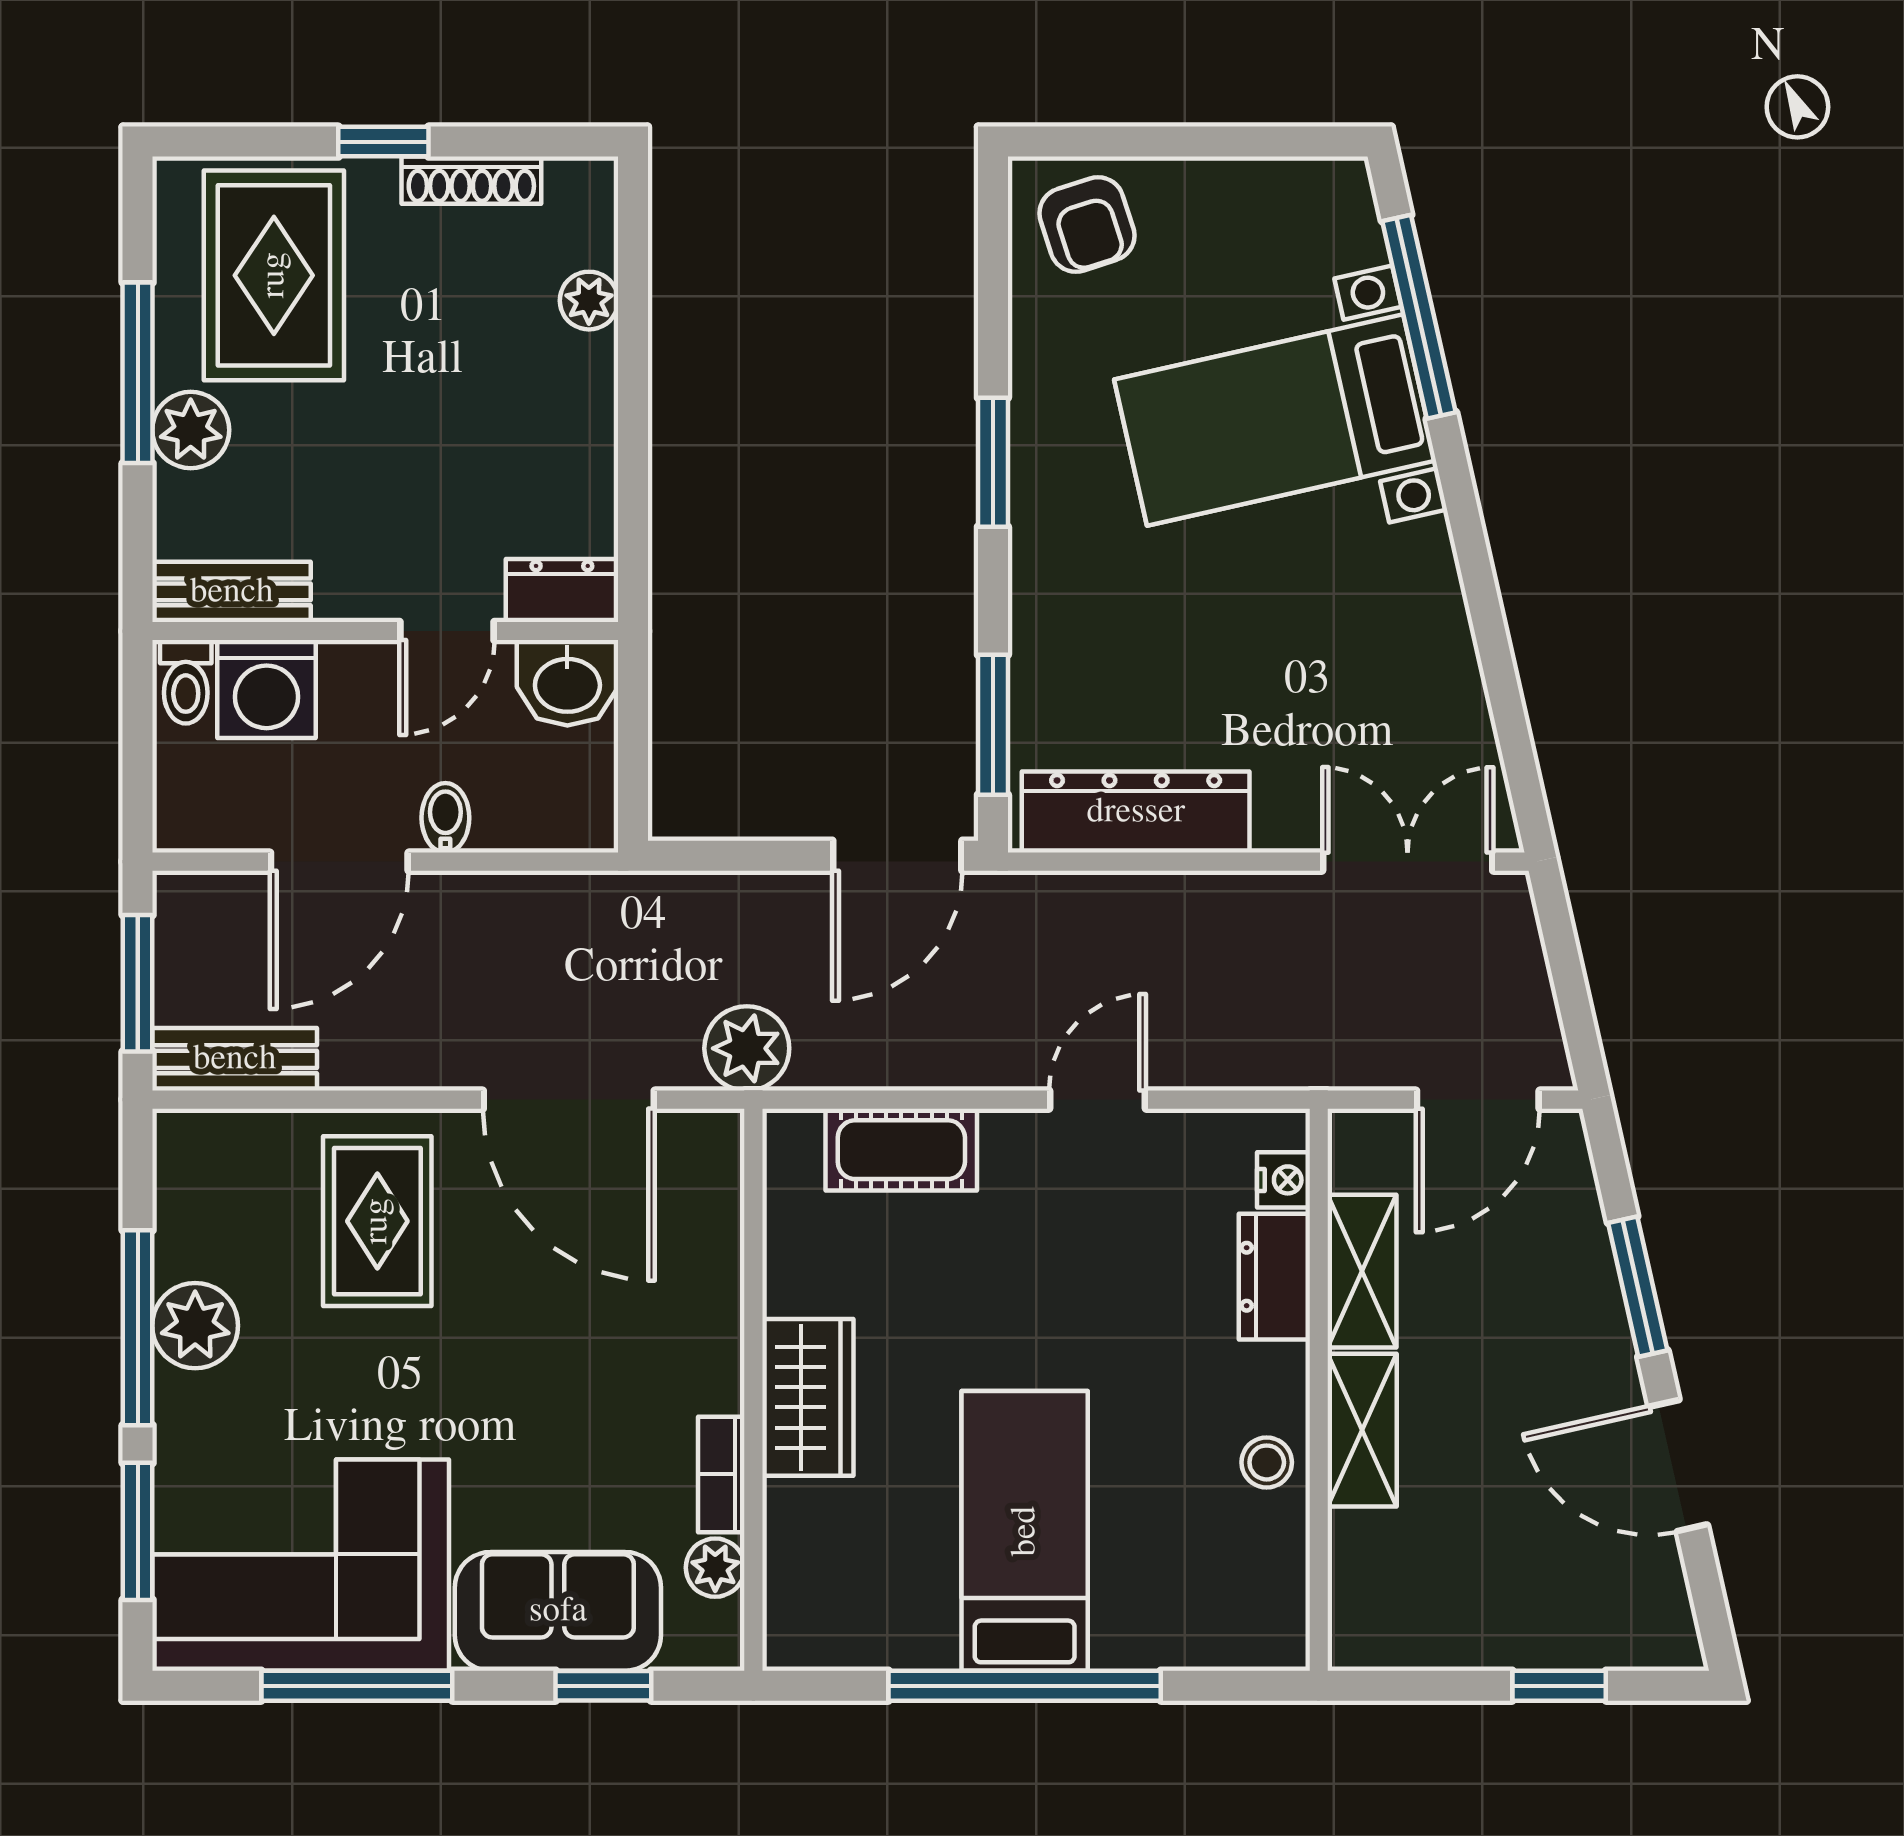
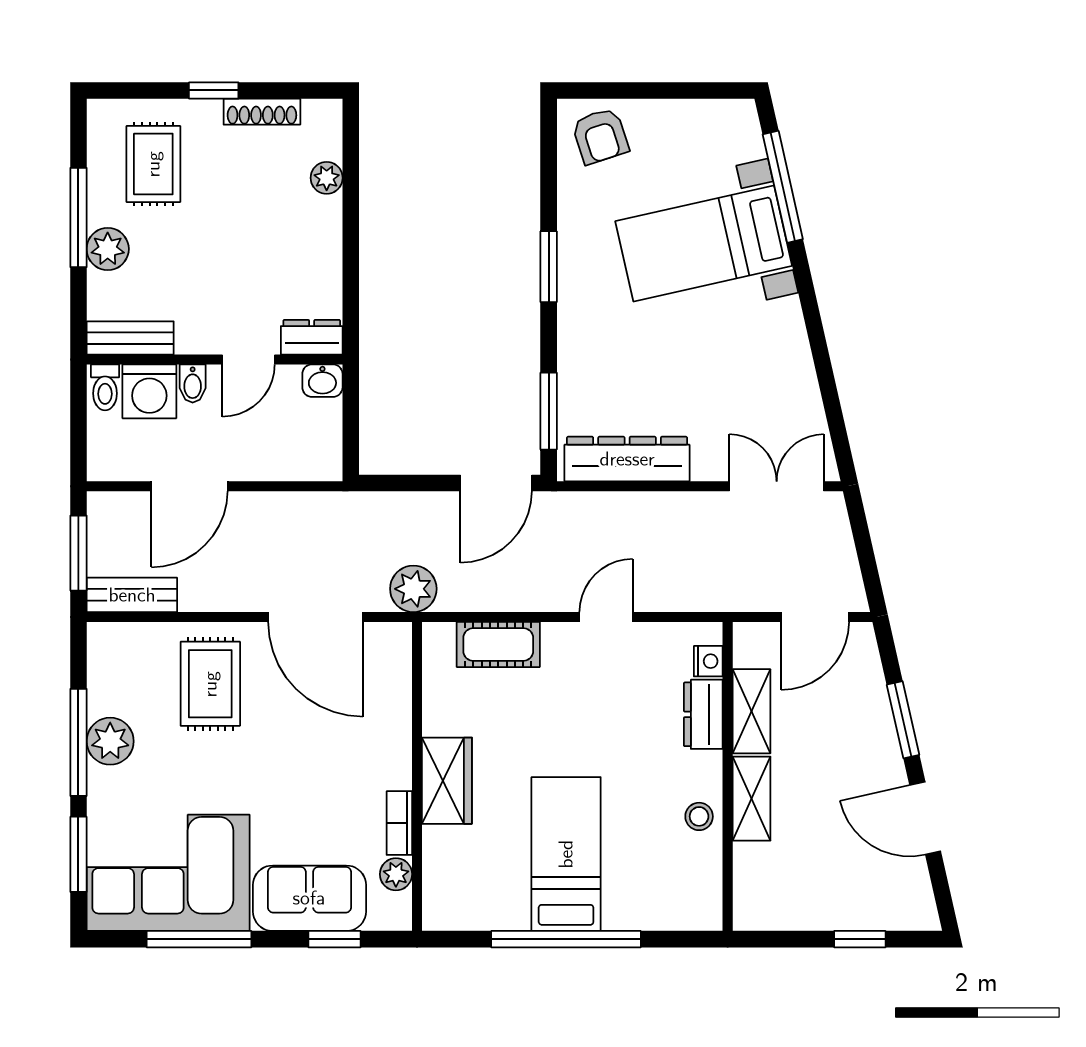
rug: (274, 275) -> (153, 164), width x0.73, depth x0.70
washbasin: (567, 683) -> (322, 381), width x0.72, depth x0.69
bidet: (445, 818) -> (193, 384), moved, turned 180

